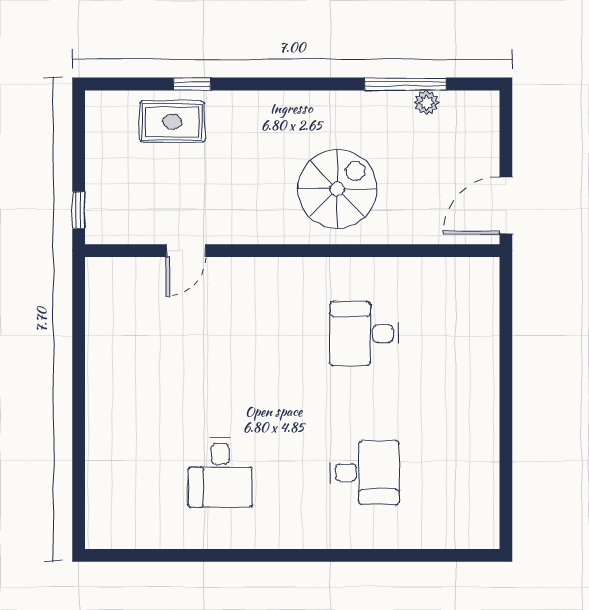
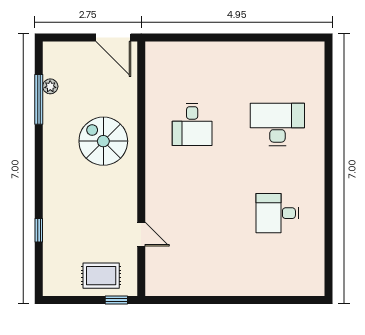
rug: (172, 122) -> (101, 276), moved, turned 90
desk: (220, 472) -> (277, 213), turned 180
desk: (364, 472) -> (277, 124), width x1.37

